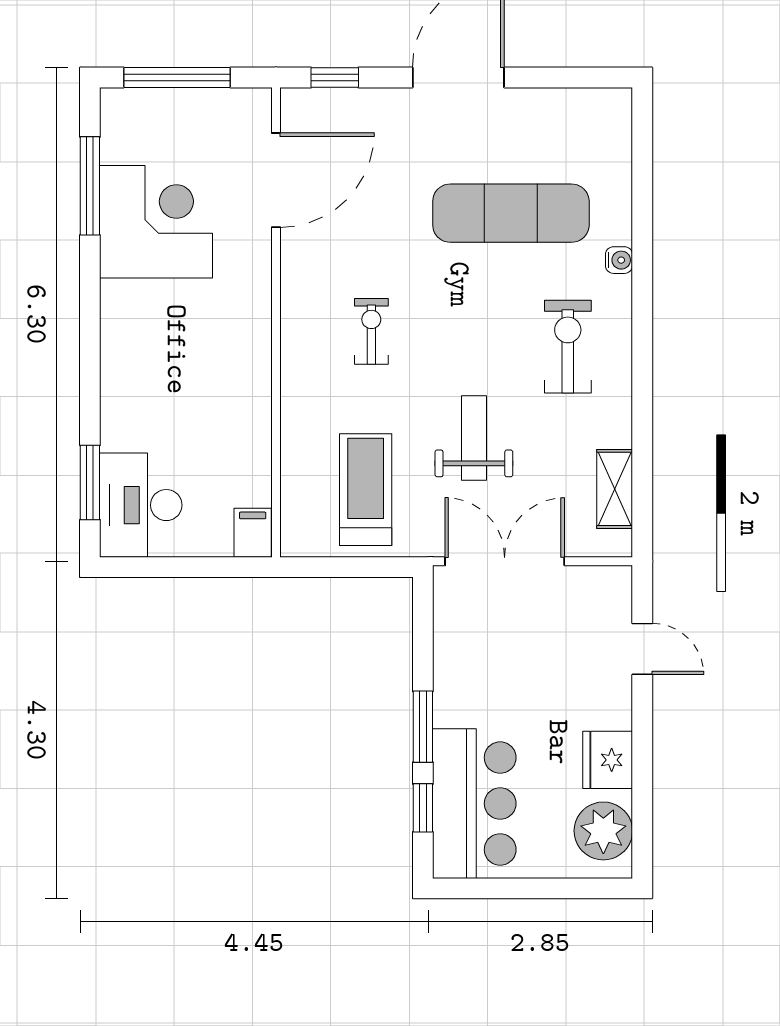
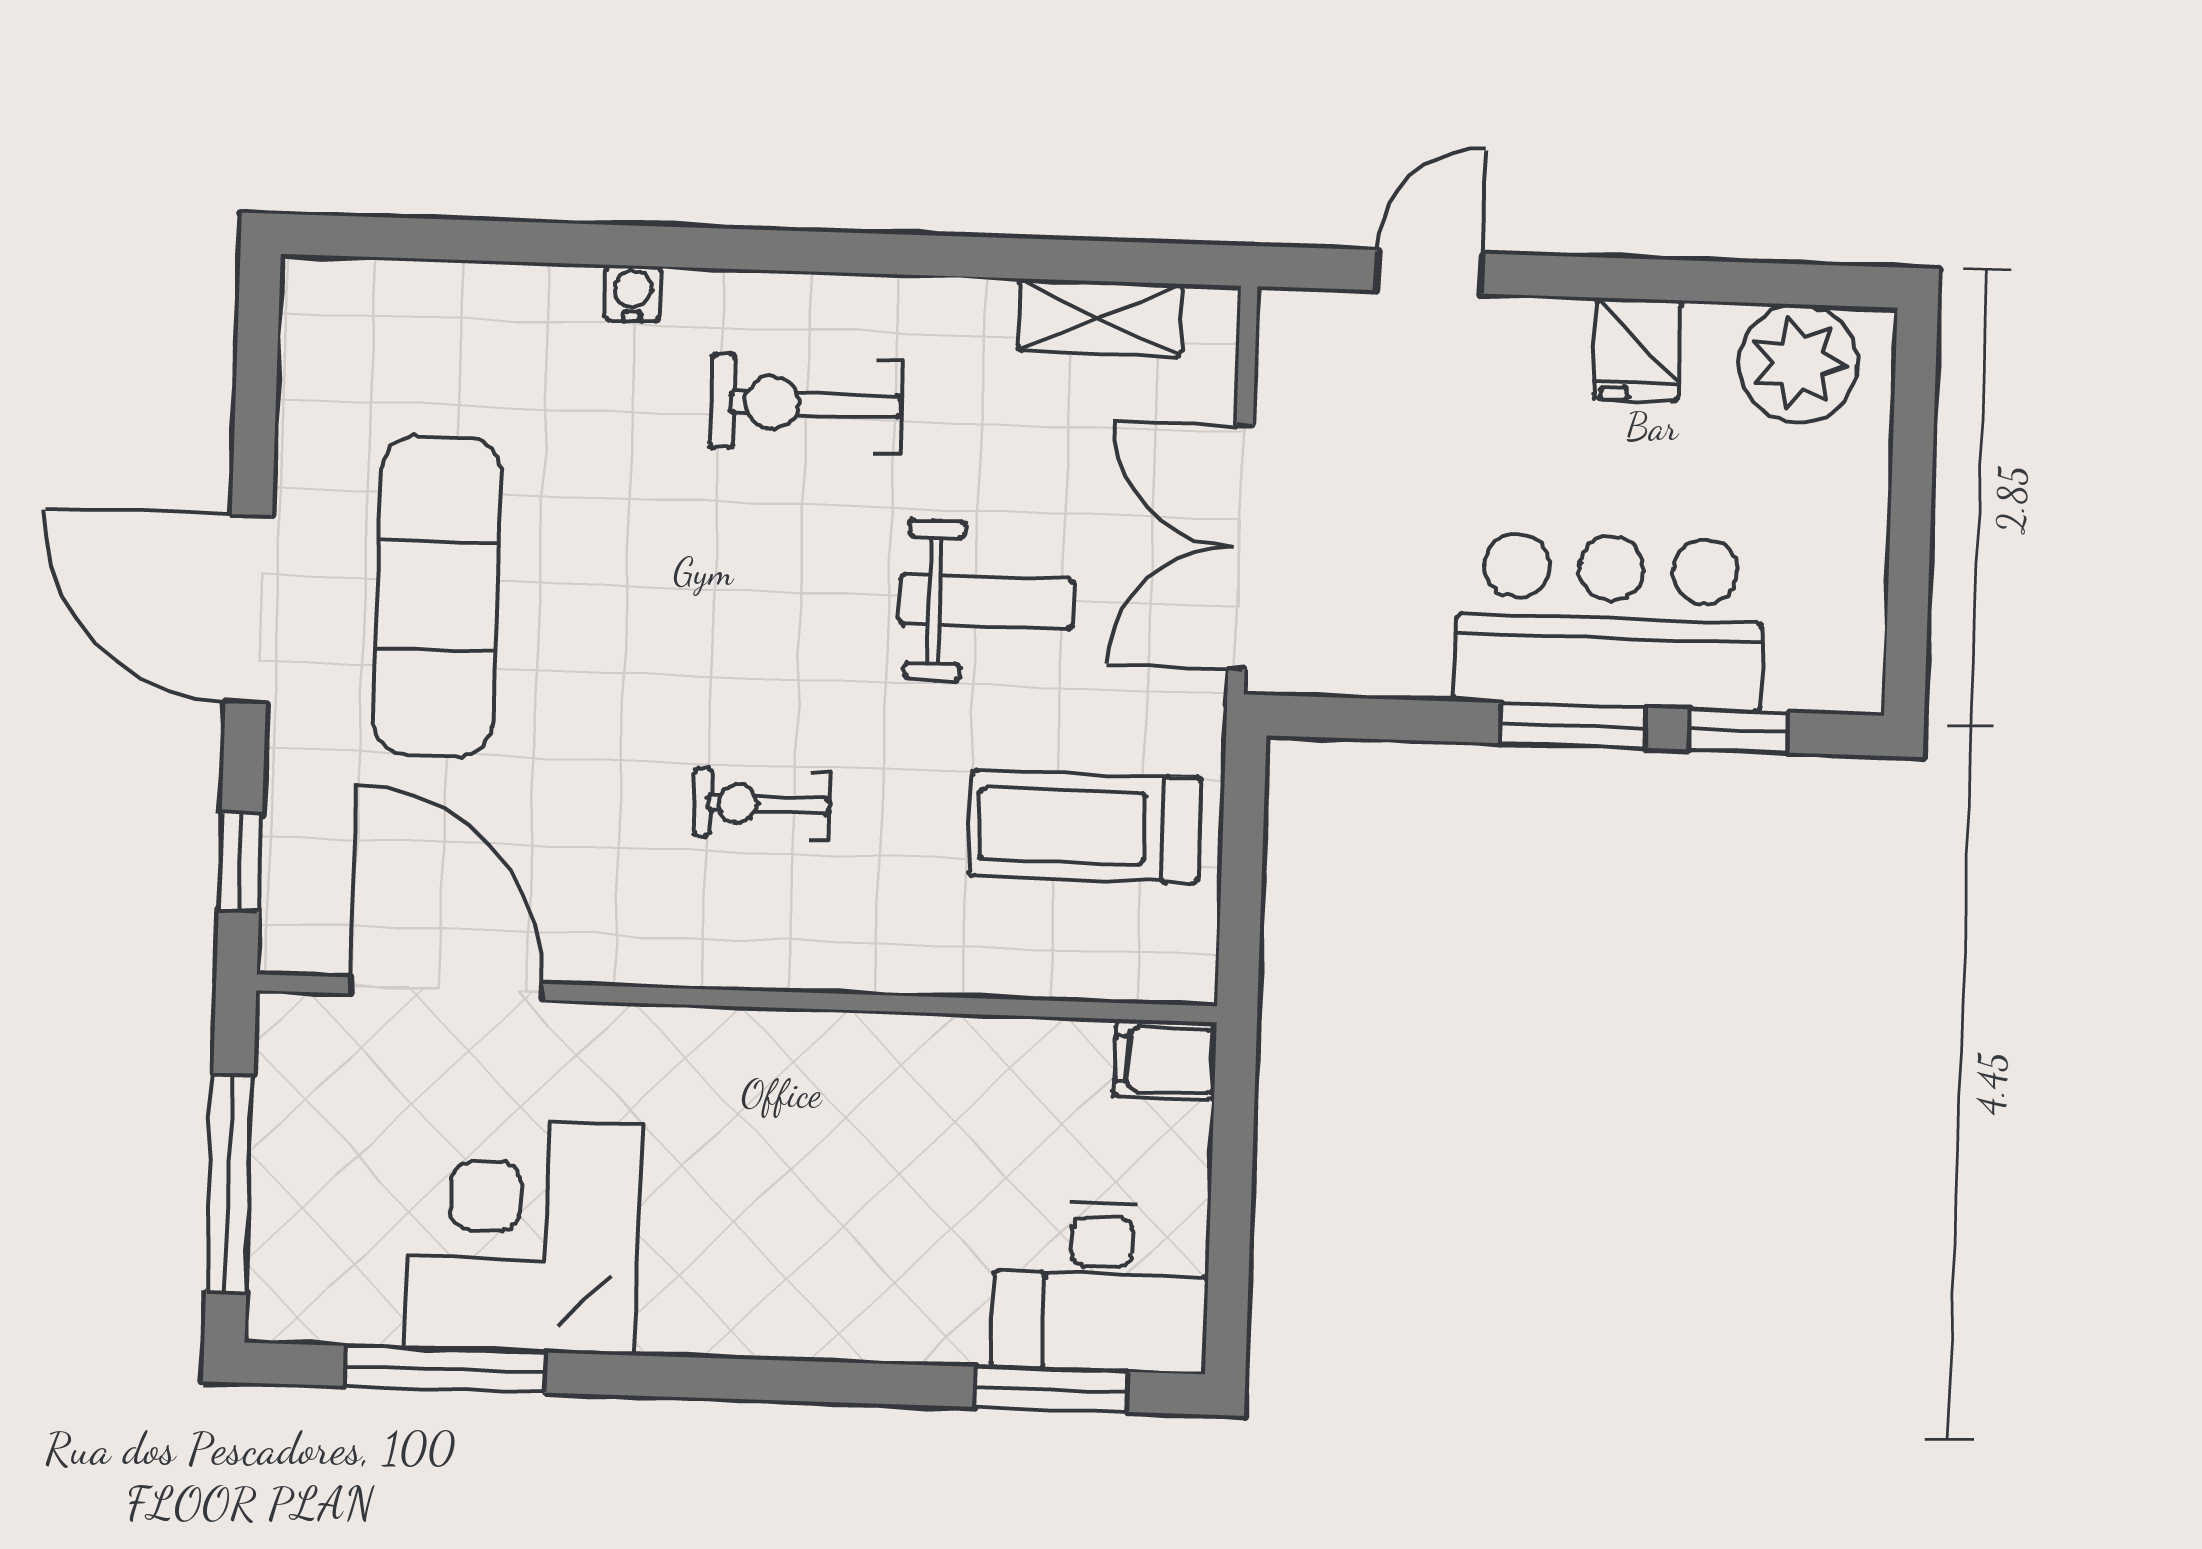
exercise mat: (511, 213) -> (437, 596), moved
weight bench: (474, 438) -> (986, 602), turned 180
fridge: (608, 760) -> (1637, 350), width x0.72
bar counter: (474, 804) -> (1609, 621), moved

